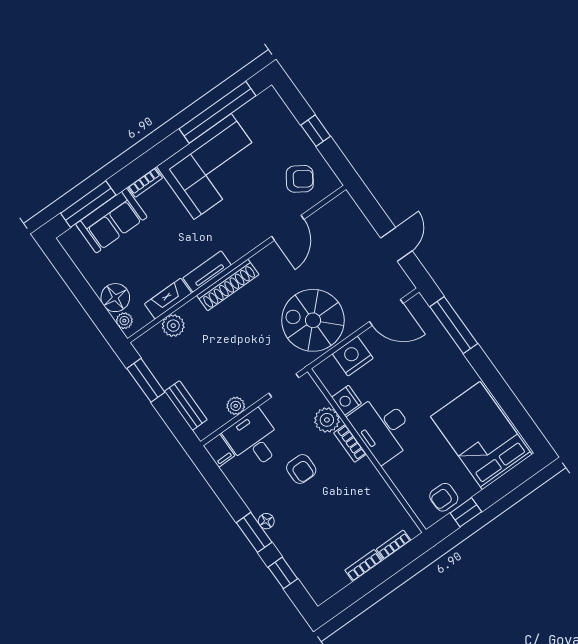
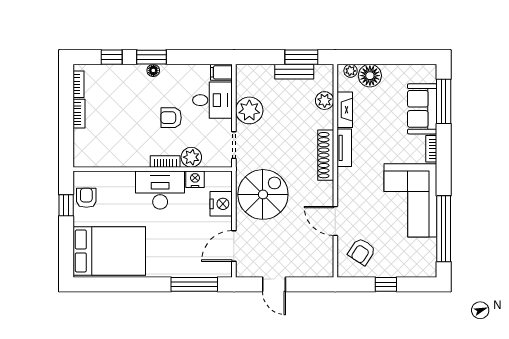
bench: (186, 405) -> (294, 72), moved
plant: (236, 406) -> (249, 110), width x1.88, depth x1.88
bookcase: (394, 545) -> (79, 84), moved

